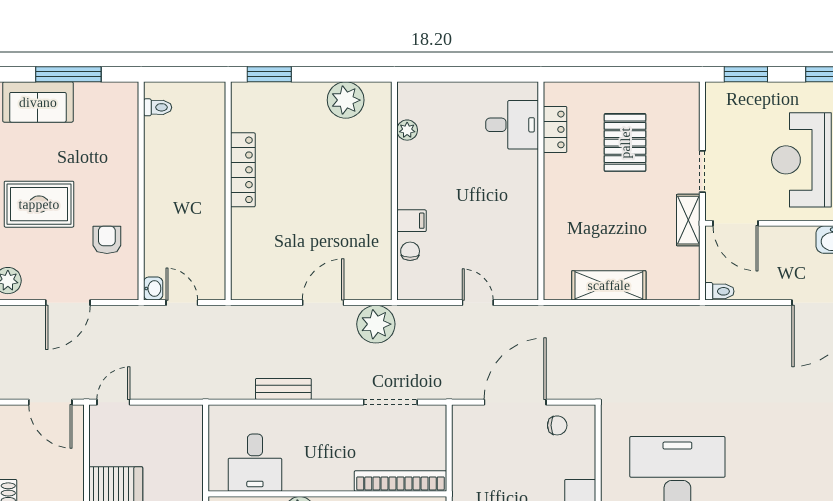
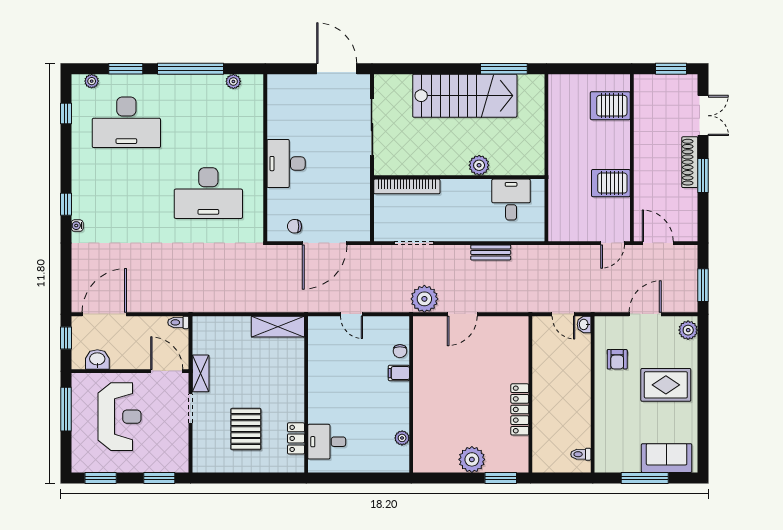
plant: (346, 100) -> (472, 459), moved
shelving: (609, 285) -> (278, 327), moved

